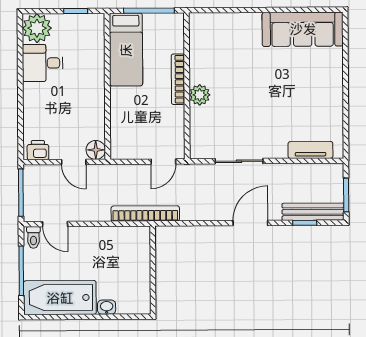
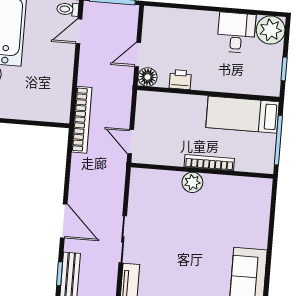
printer: (38, 150) -> (180, 80), moved, turned -90
sliding door: (239, 161) -> (123, 239), moved

